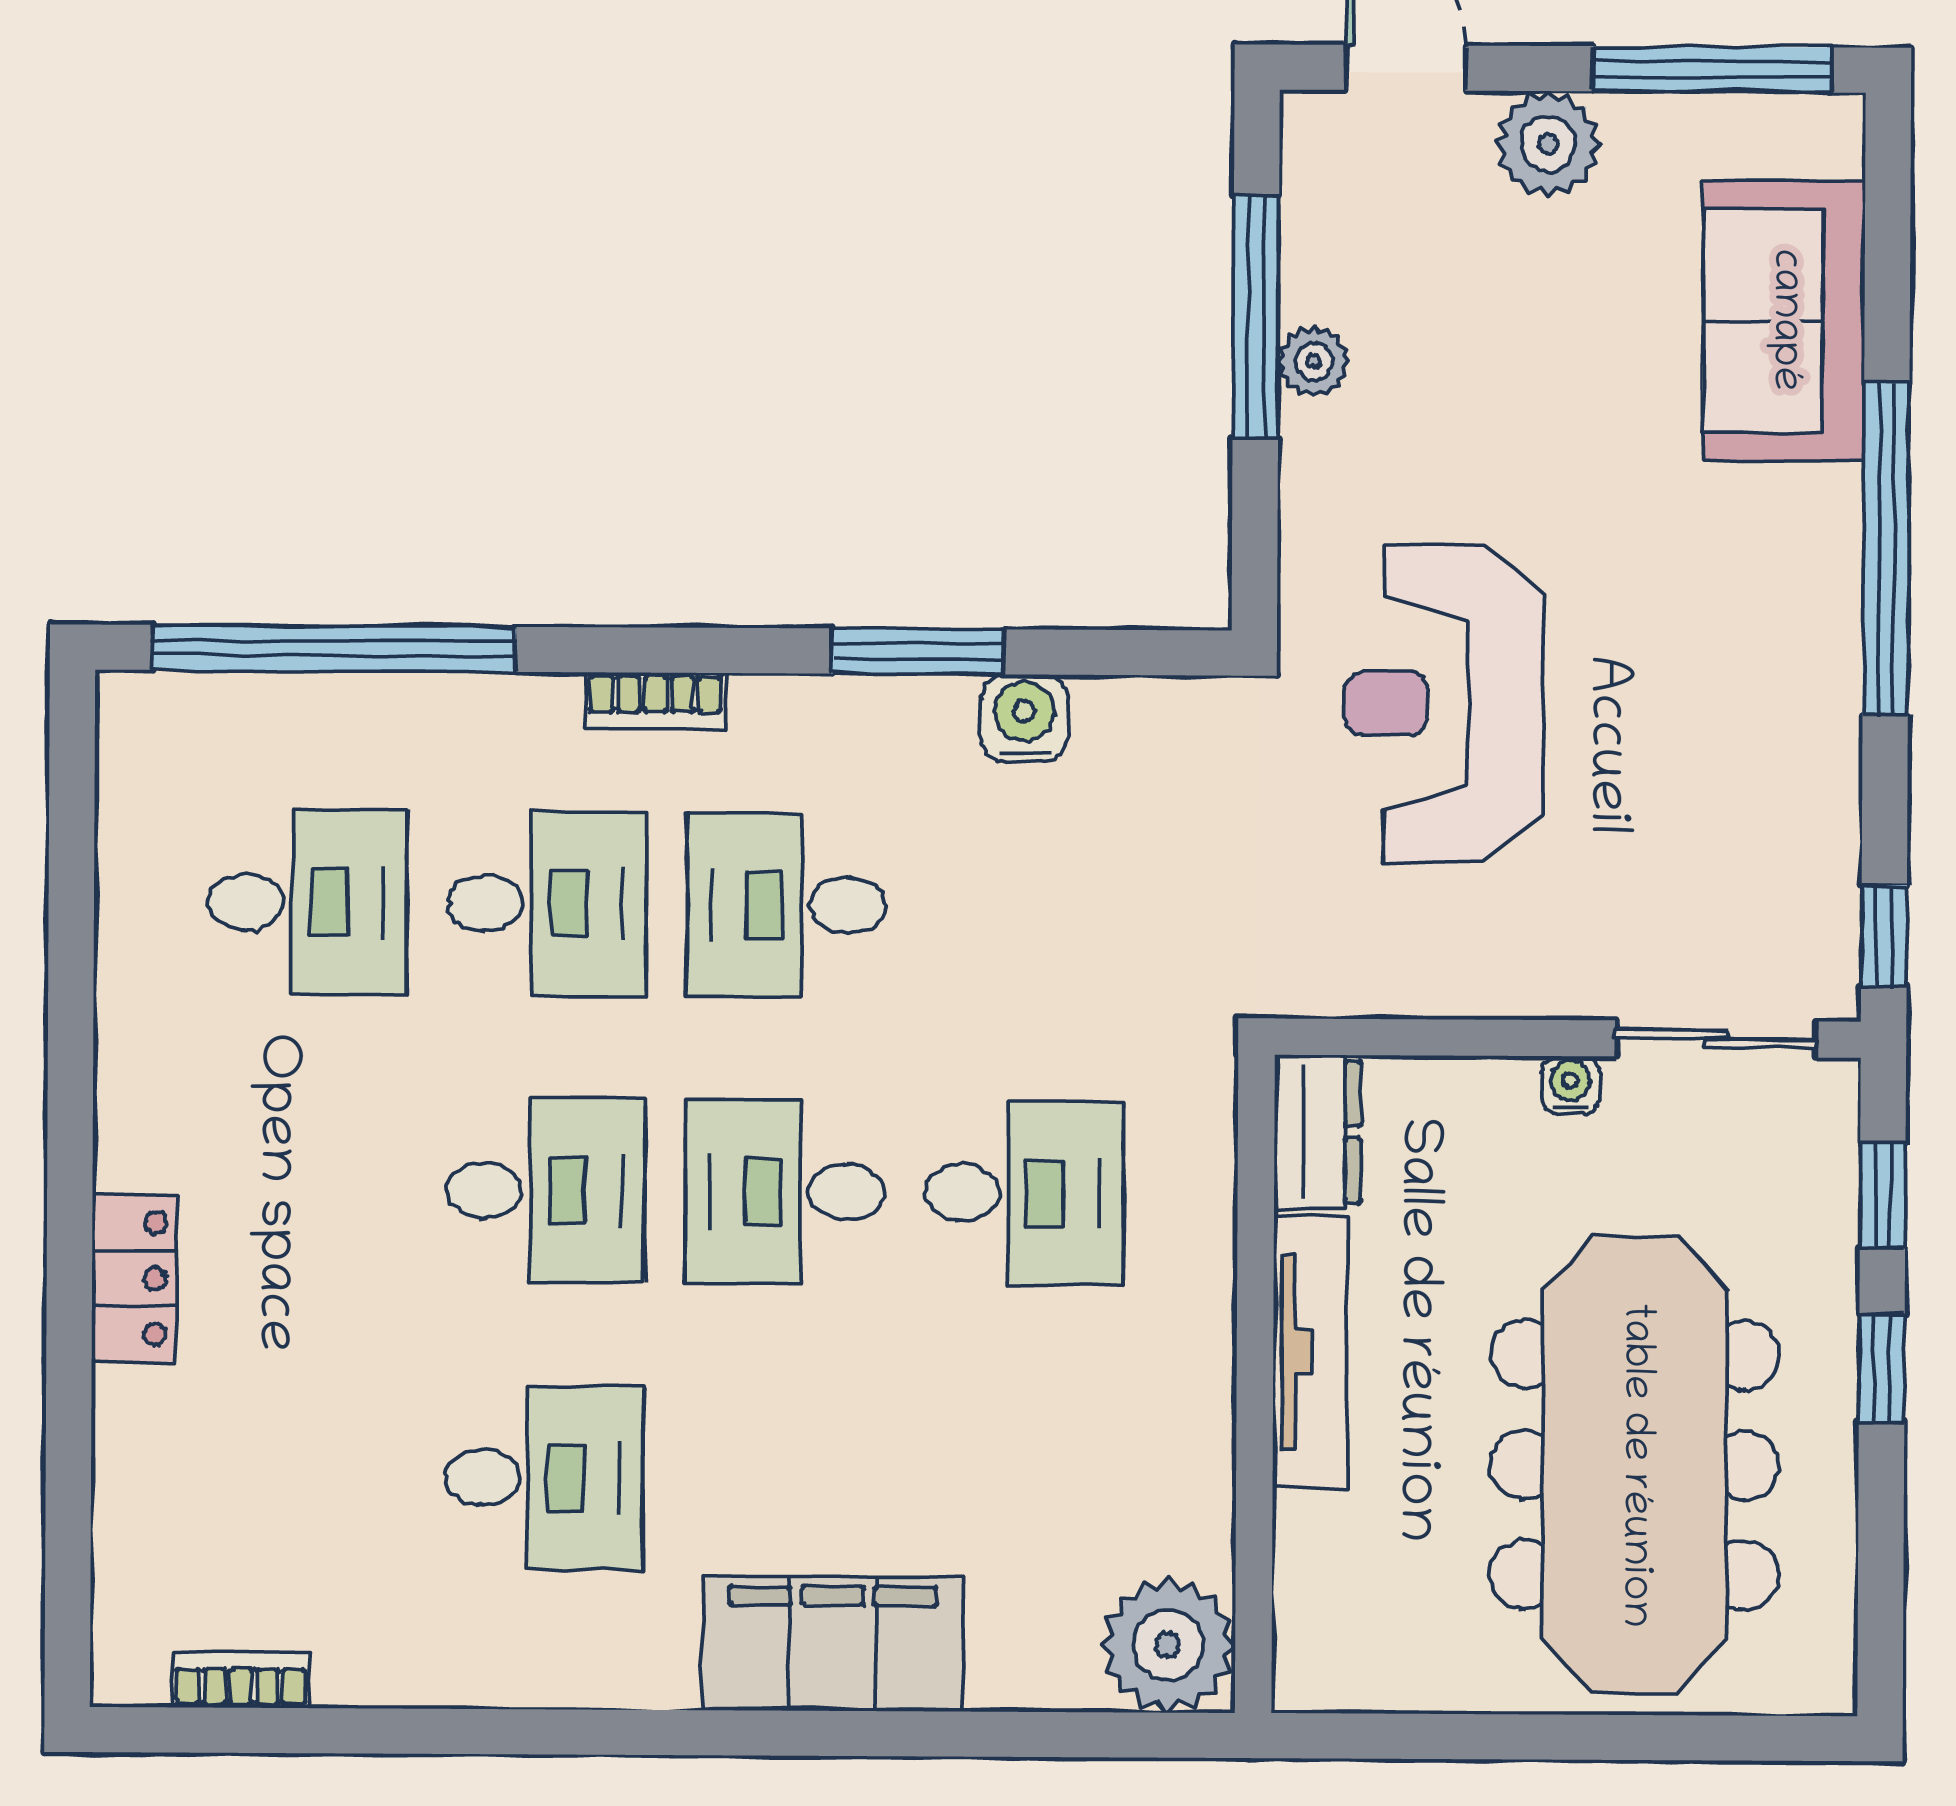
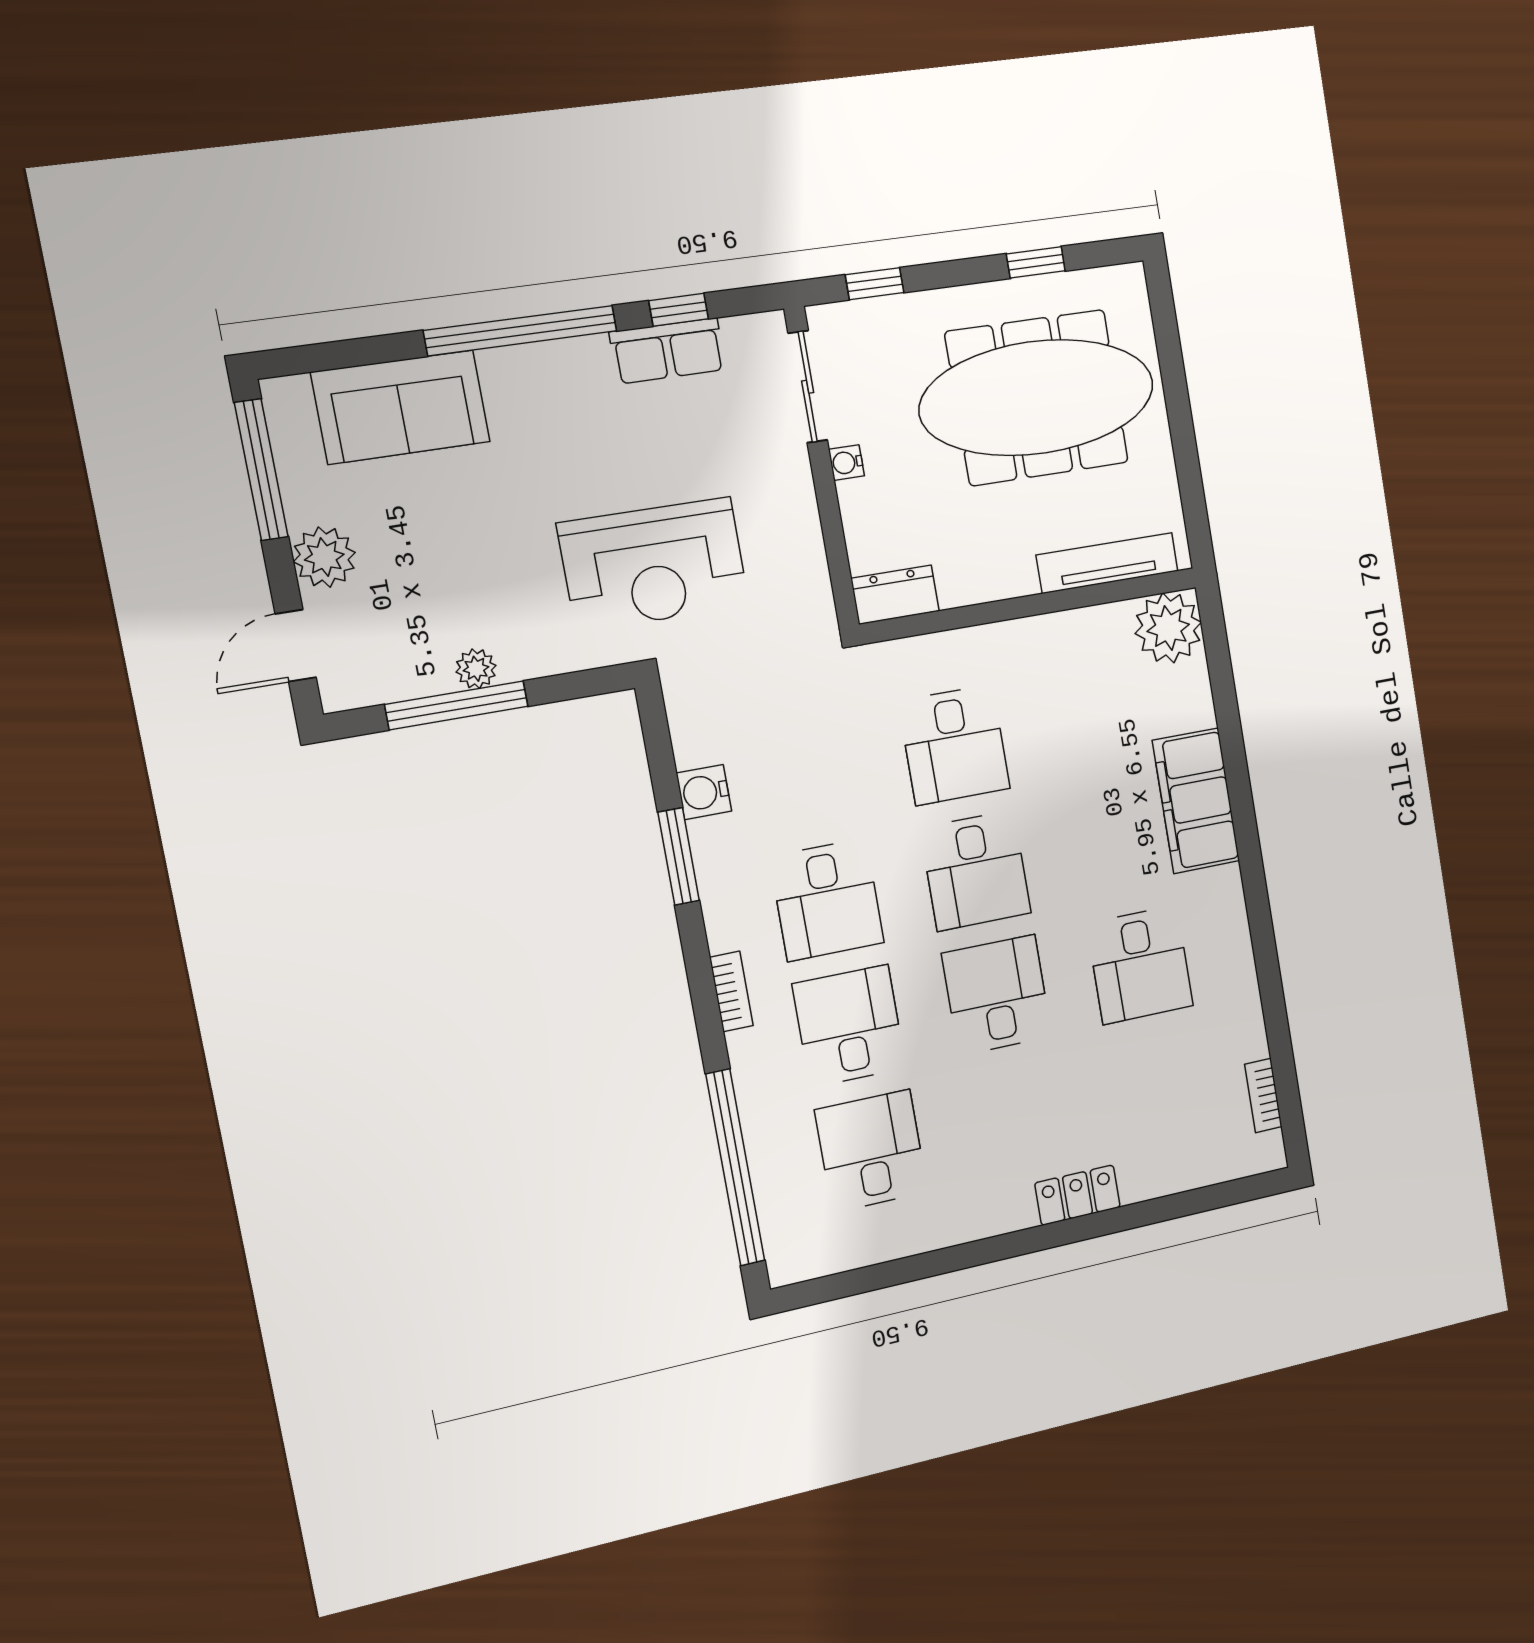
row of seats: (1815, 799) -> (668, 351), added
window: (1884, 936) -> (679, 310), moved
desk: (1024, 1193) -> (954, 745), turned 180
tv unit: (1310, 1352) -> (1107, 563), moved
window: (1882, 1368) -> (1036, 262), moved
desk: (544, 1478) -> (1140, 965), turned 180

